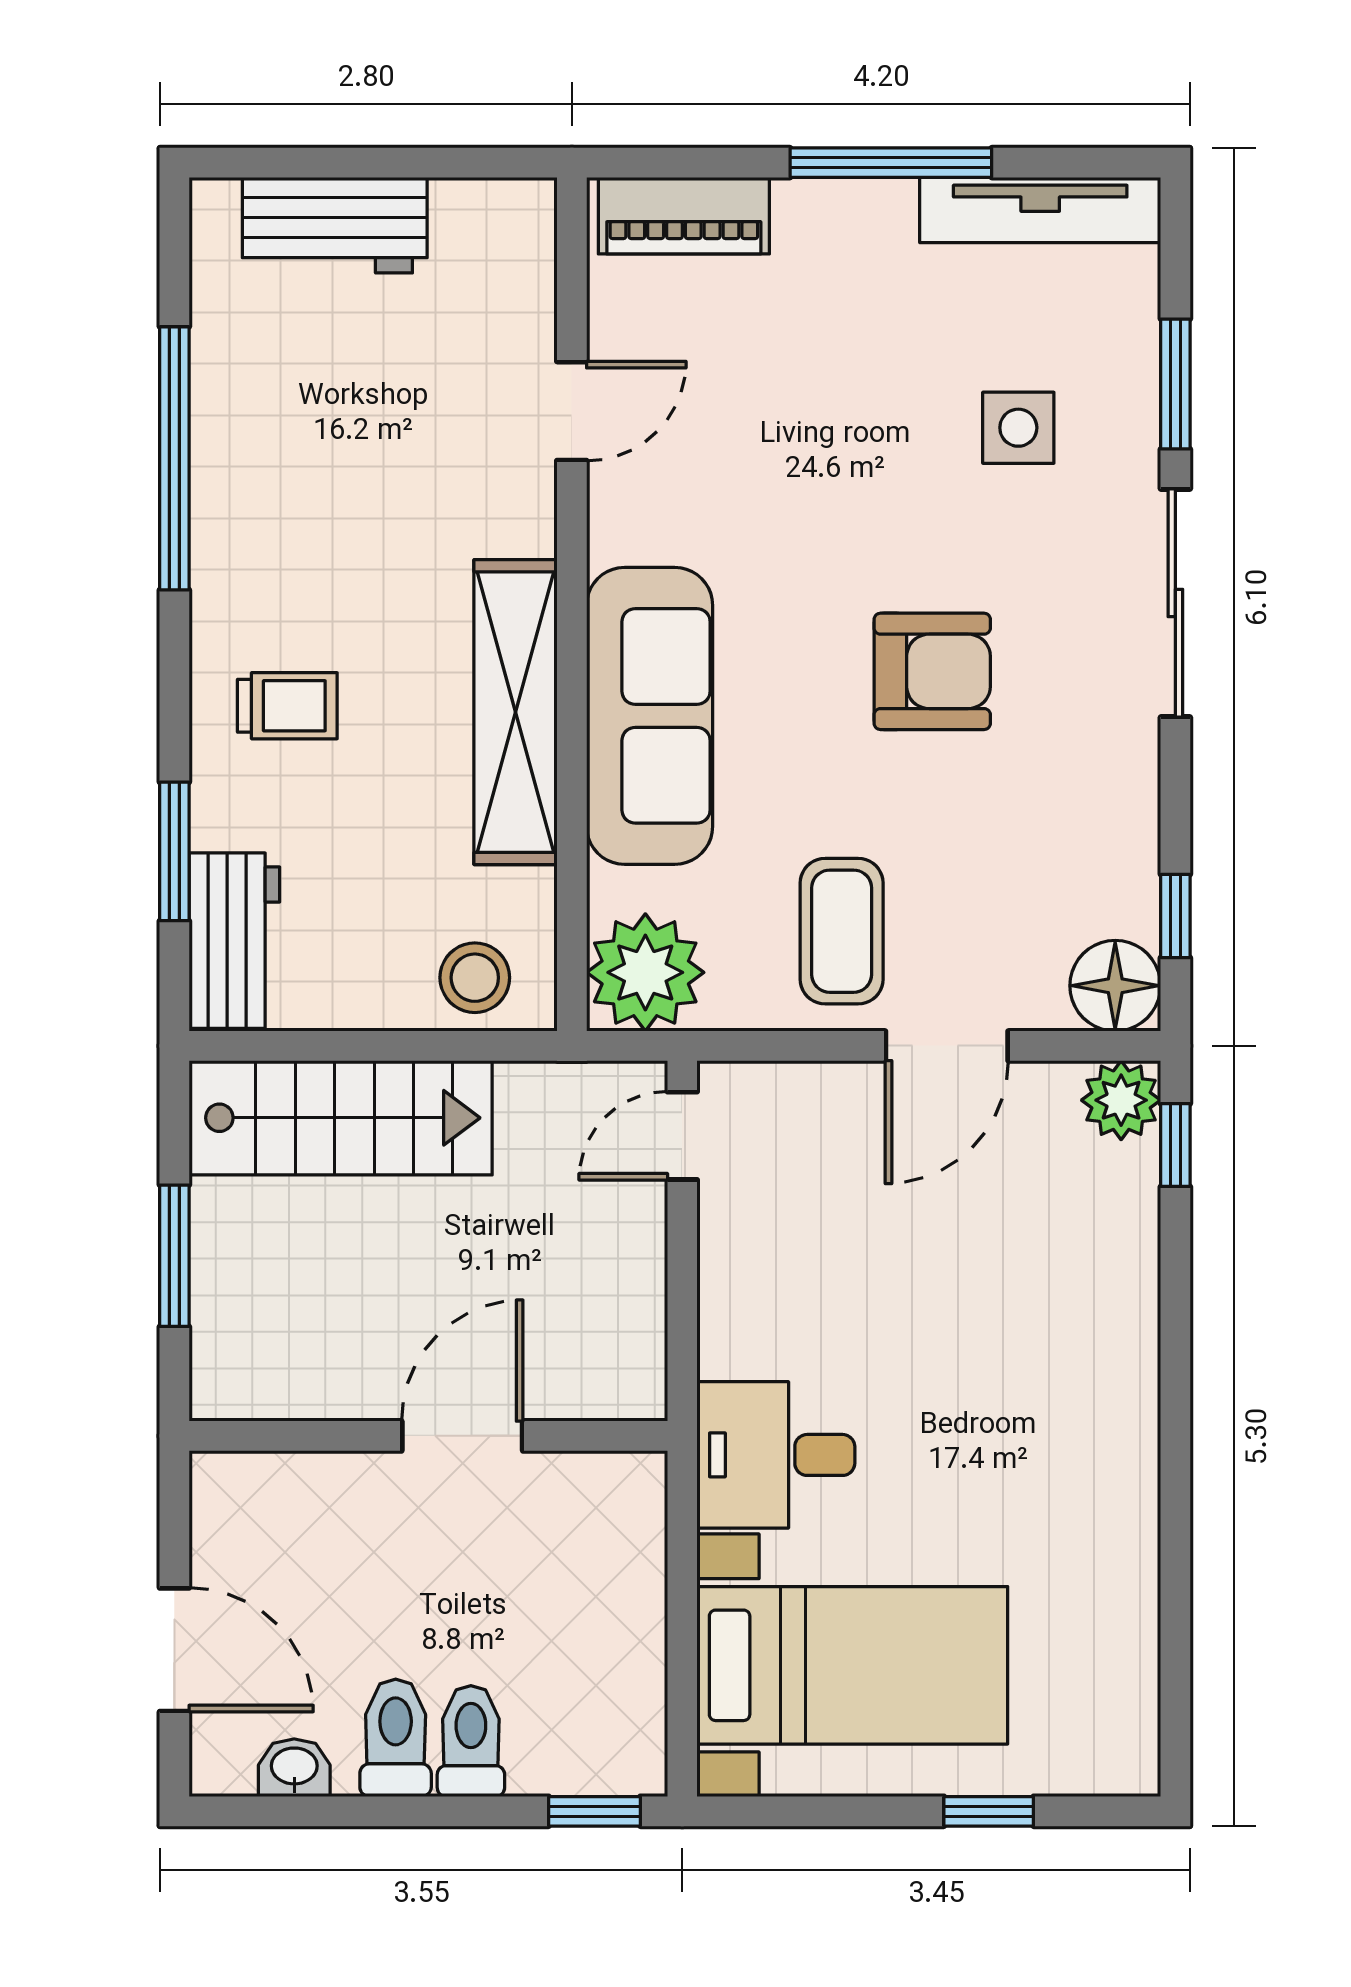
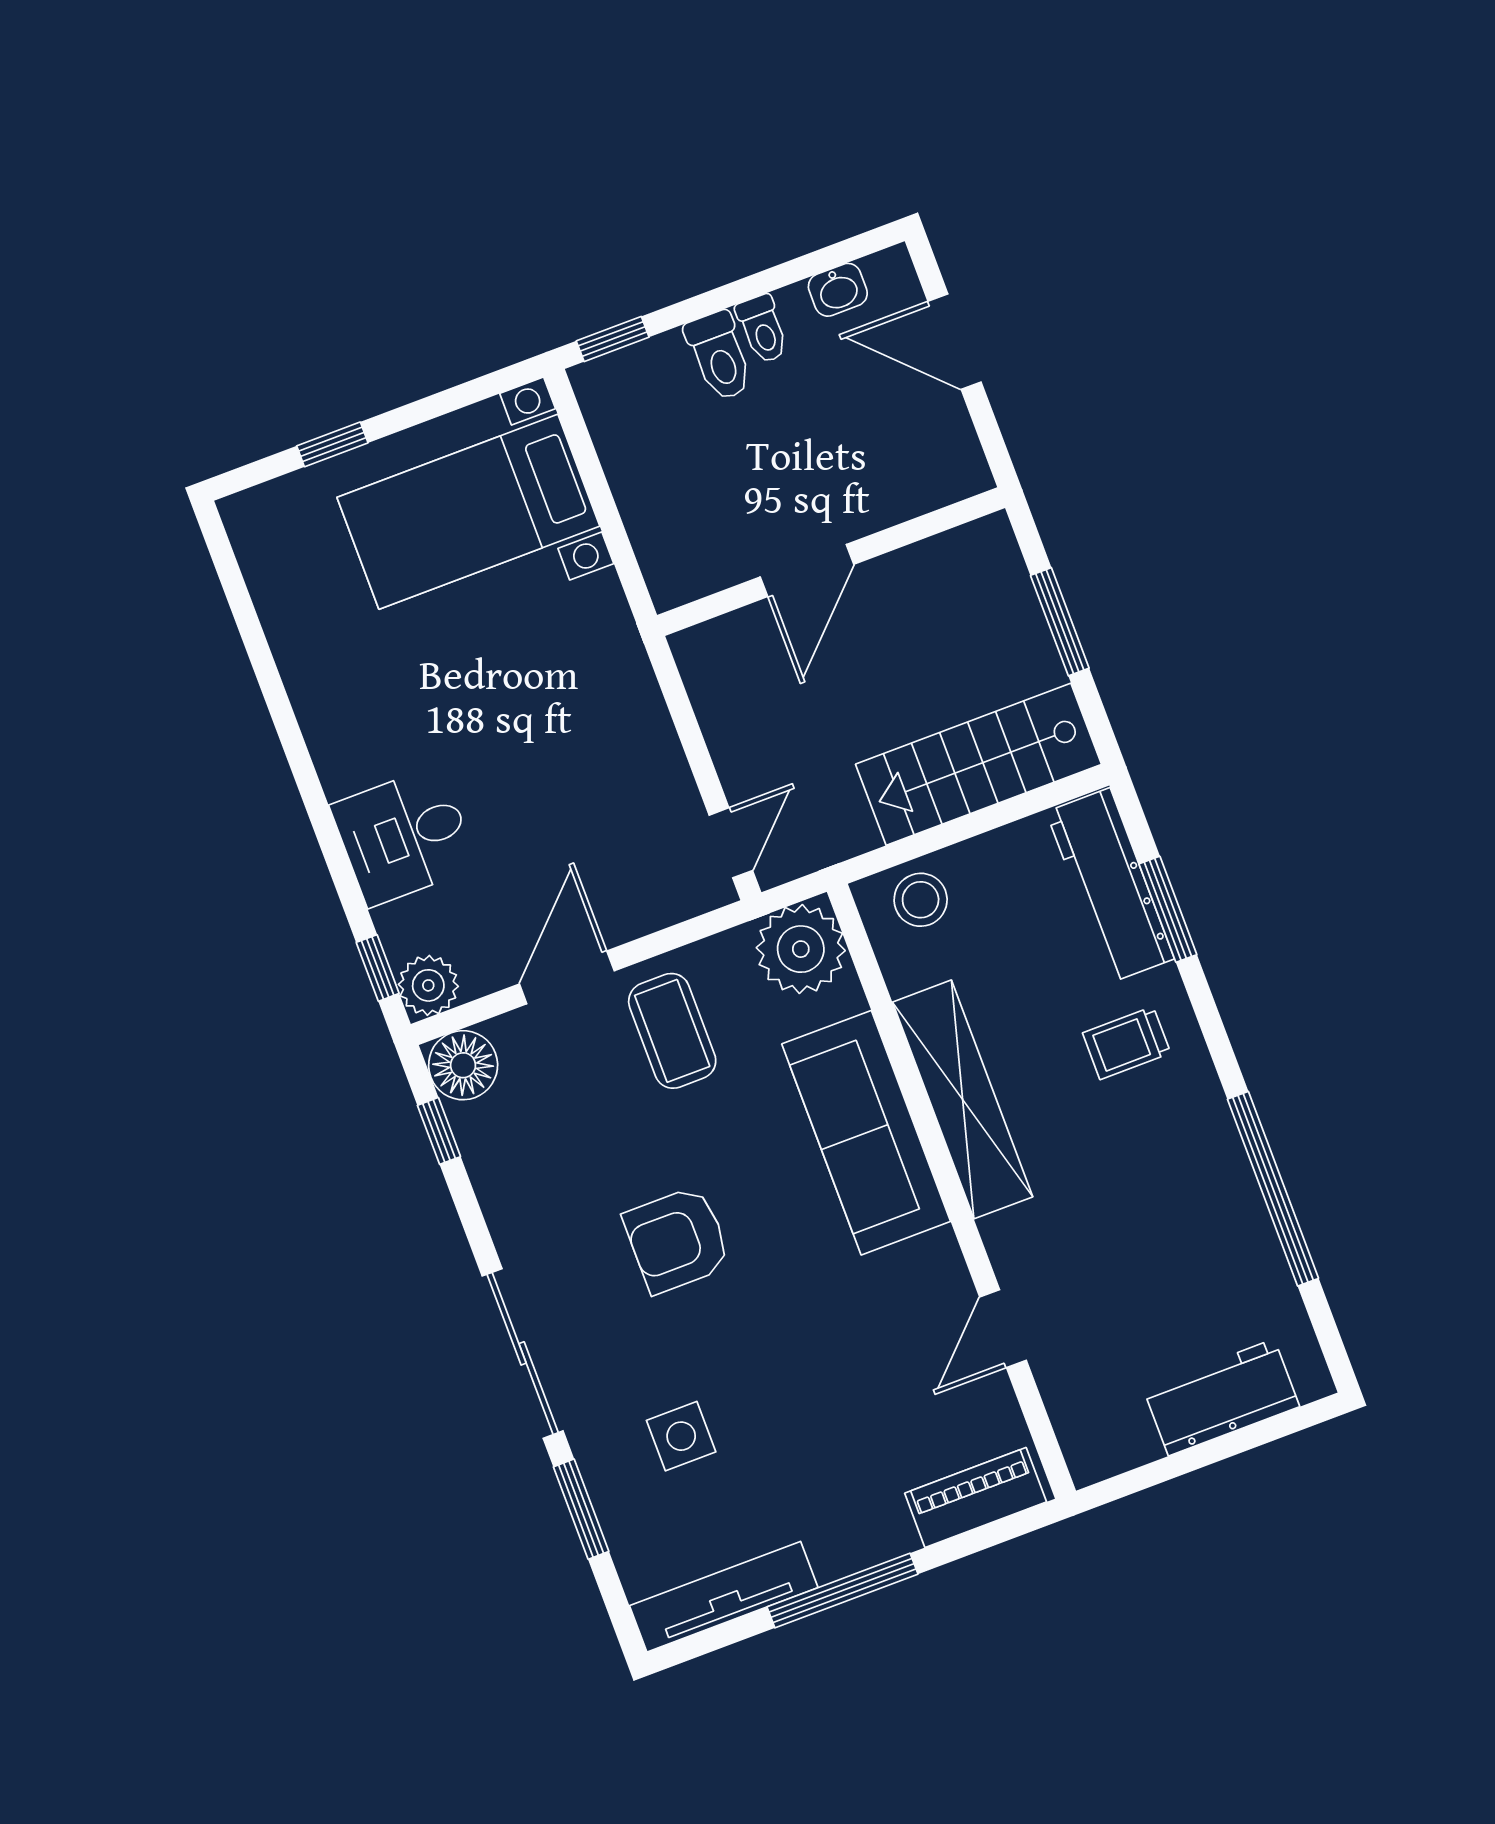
workbench: (234, 941) -> (1110, 885), width x1.37
desk: (776, 1455) -> (404, 836), moved, turned 180
toilet: (396, 1738) -> (763, 329), width x0.73, depth x0.72

